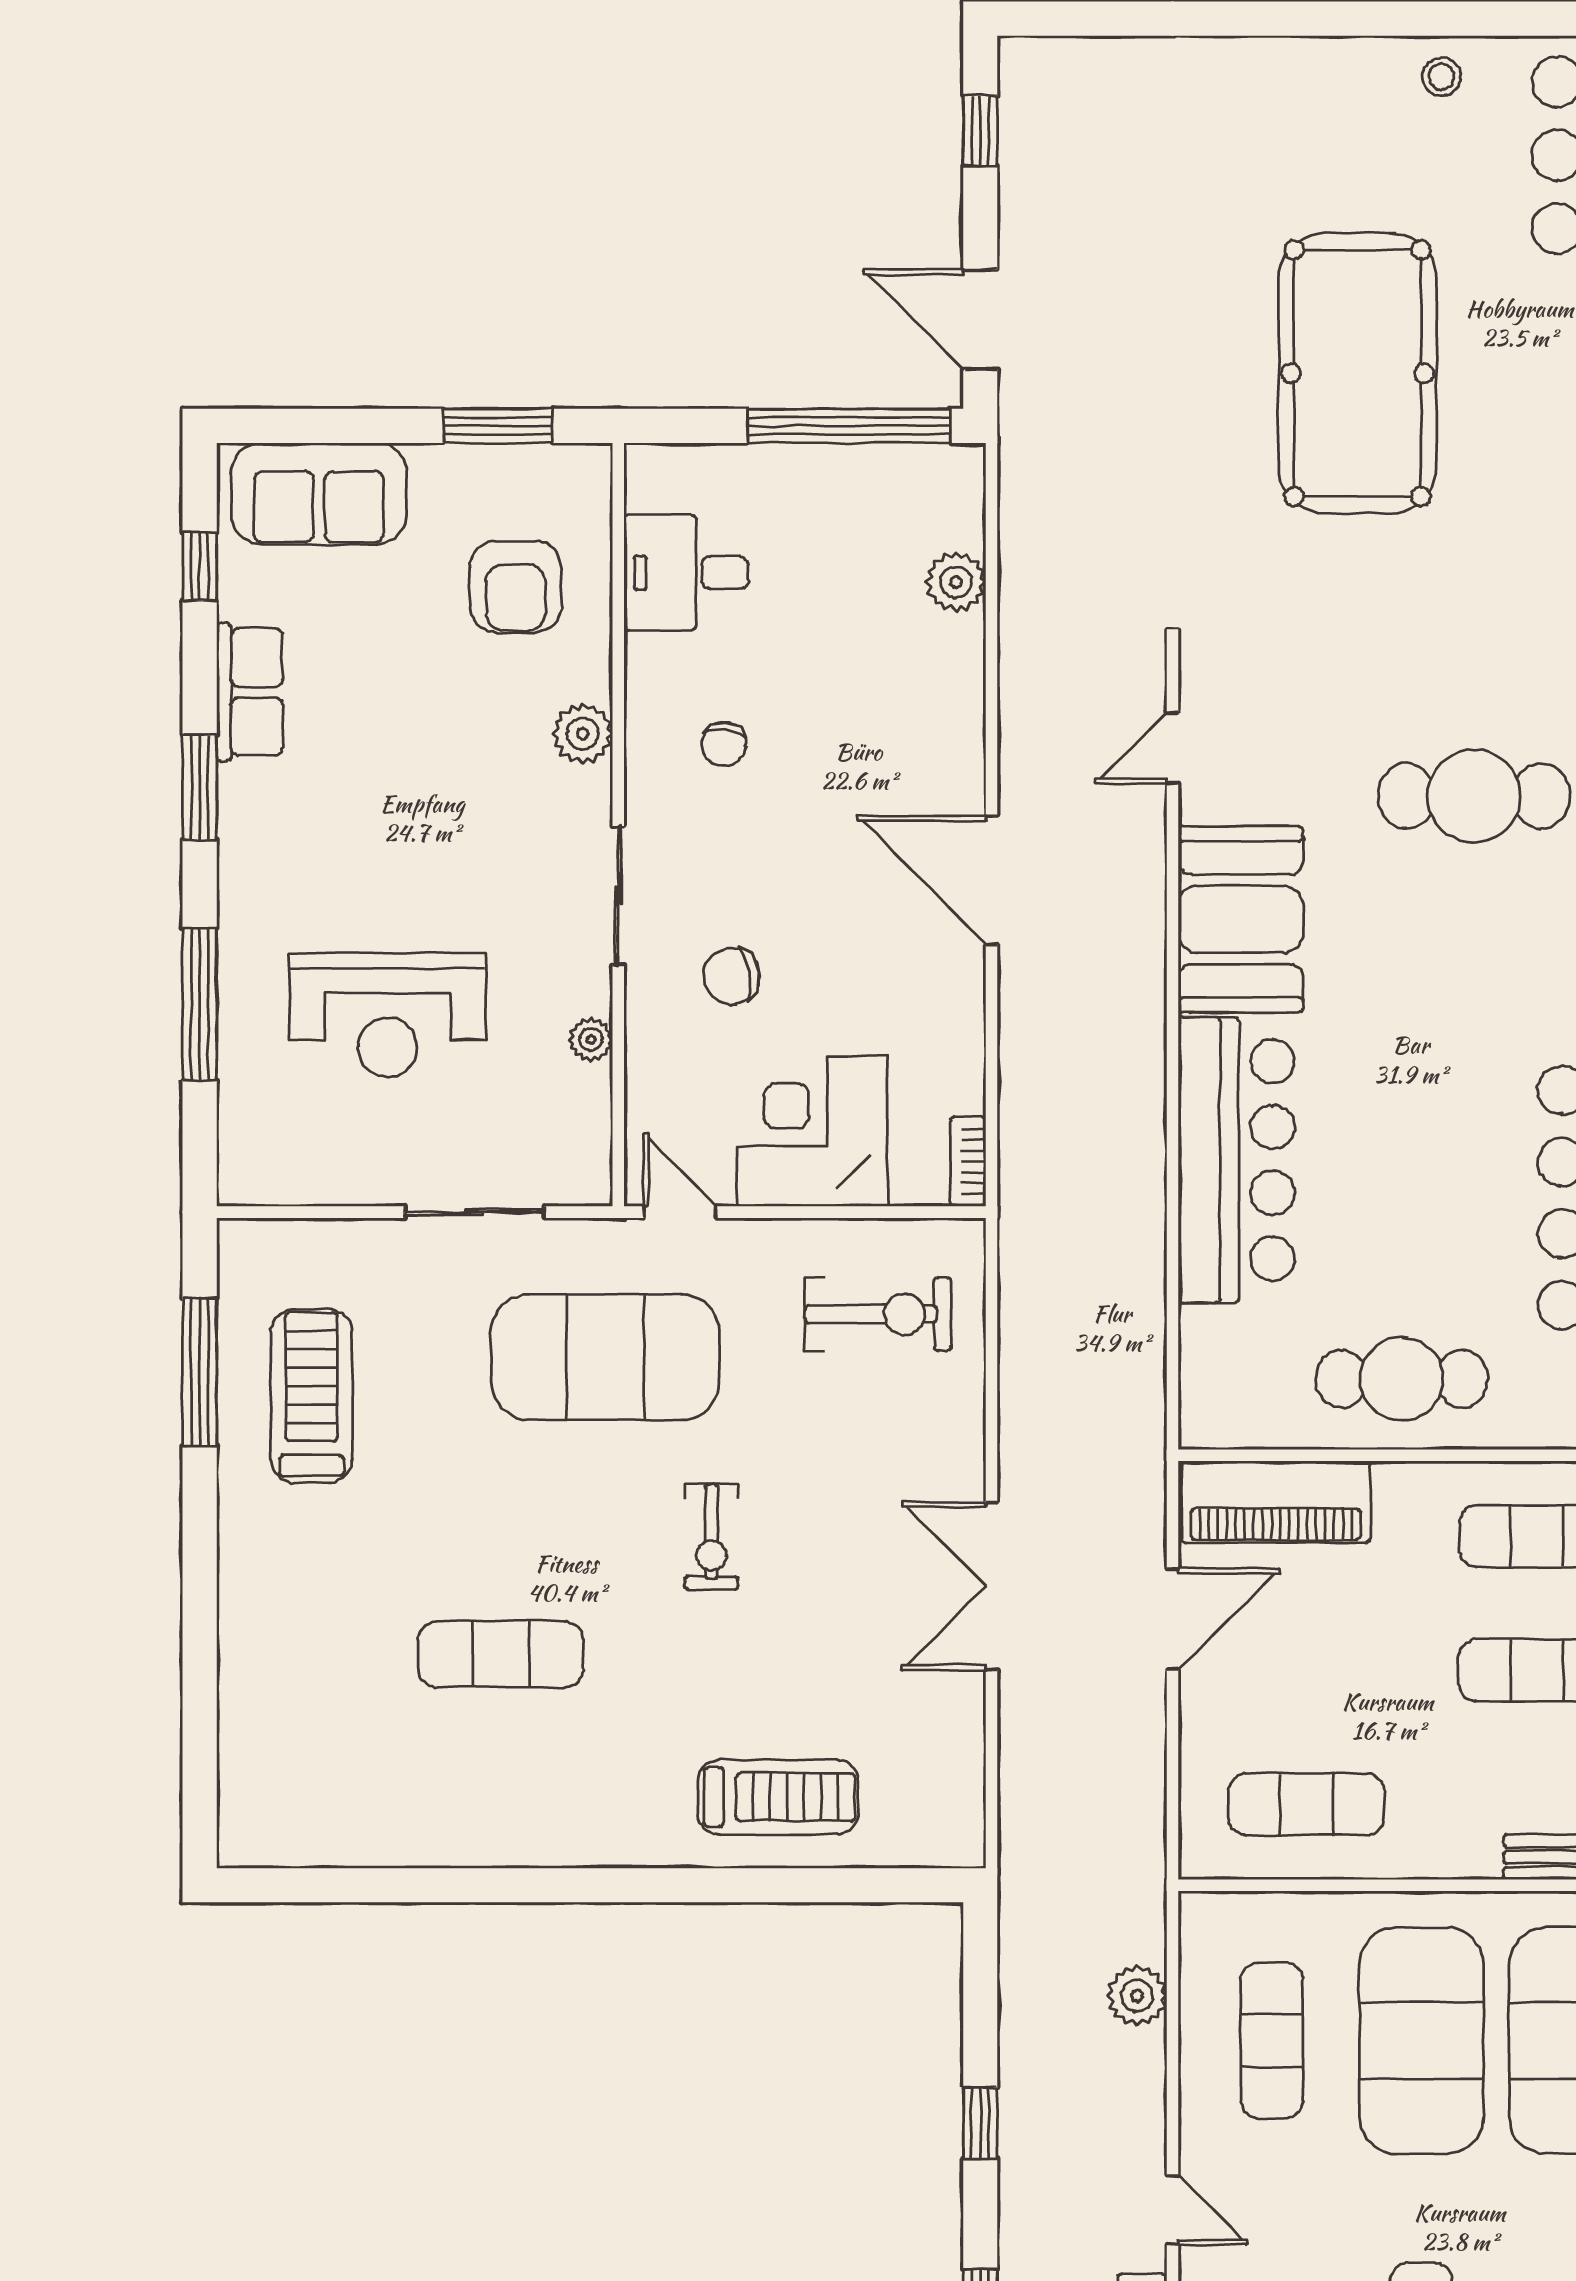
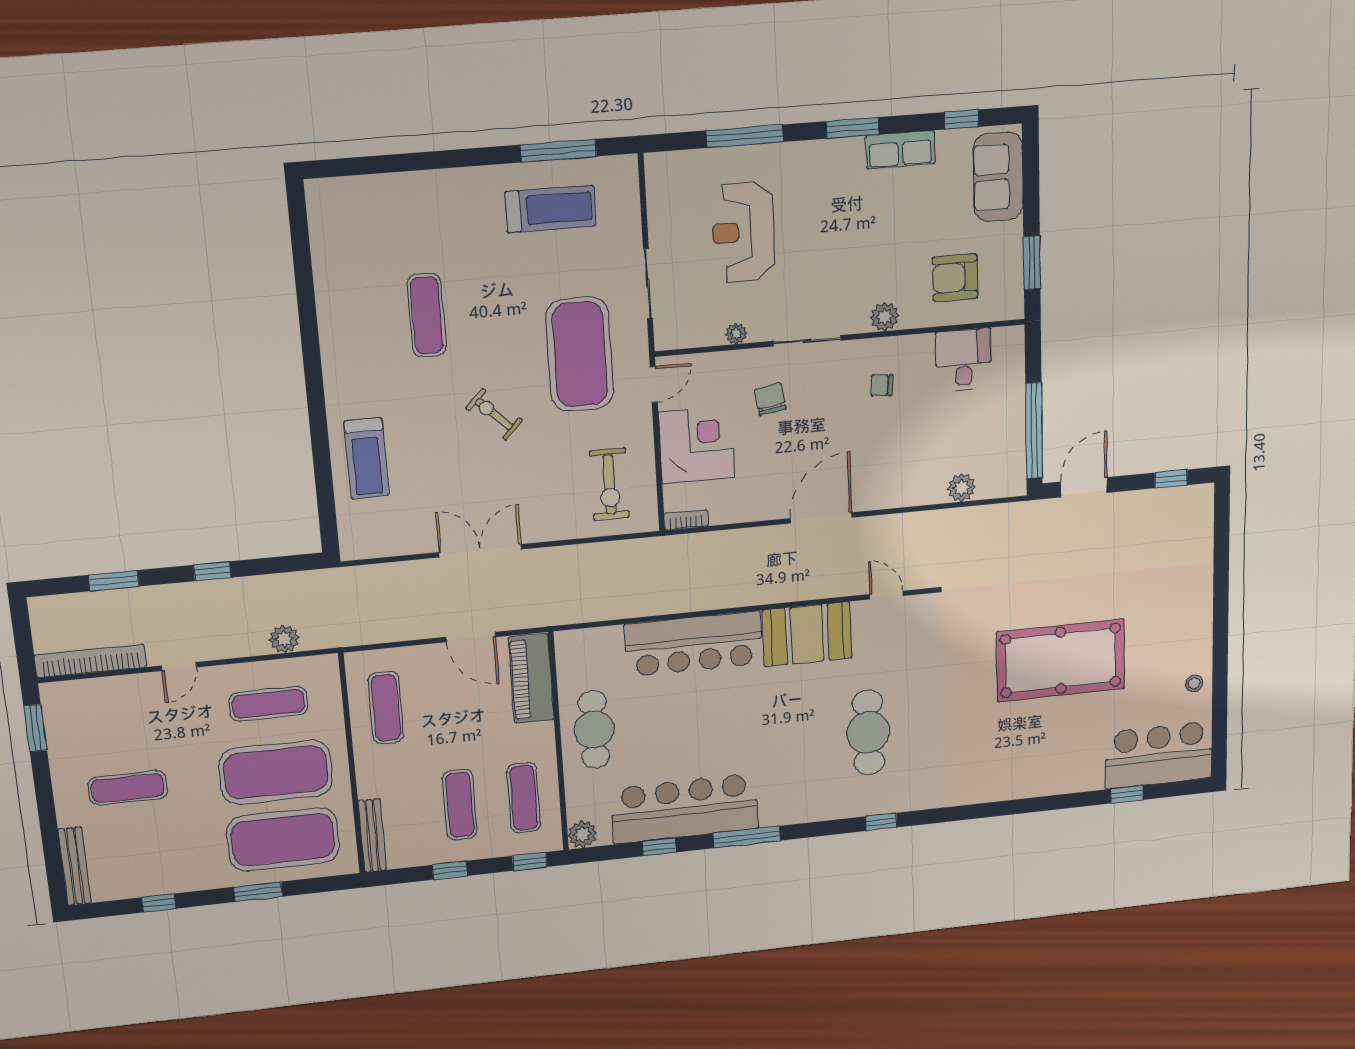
exercise bike: (711, 1537) -> (494, 414), turned 44

